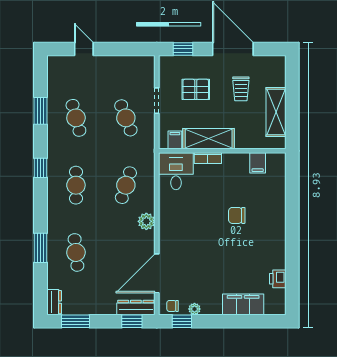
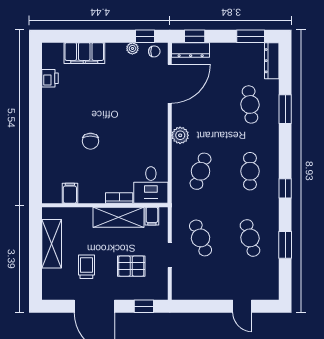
chair: (237, 215) -> (90, 141), turned 90
dresser: (54, 302) -> (272, 61), width x1.44

